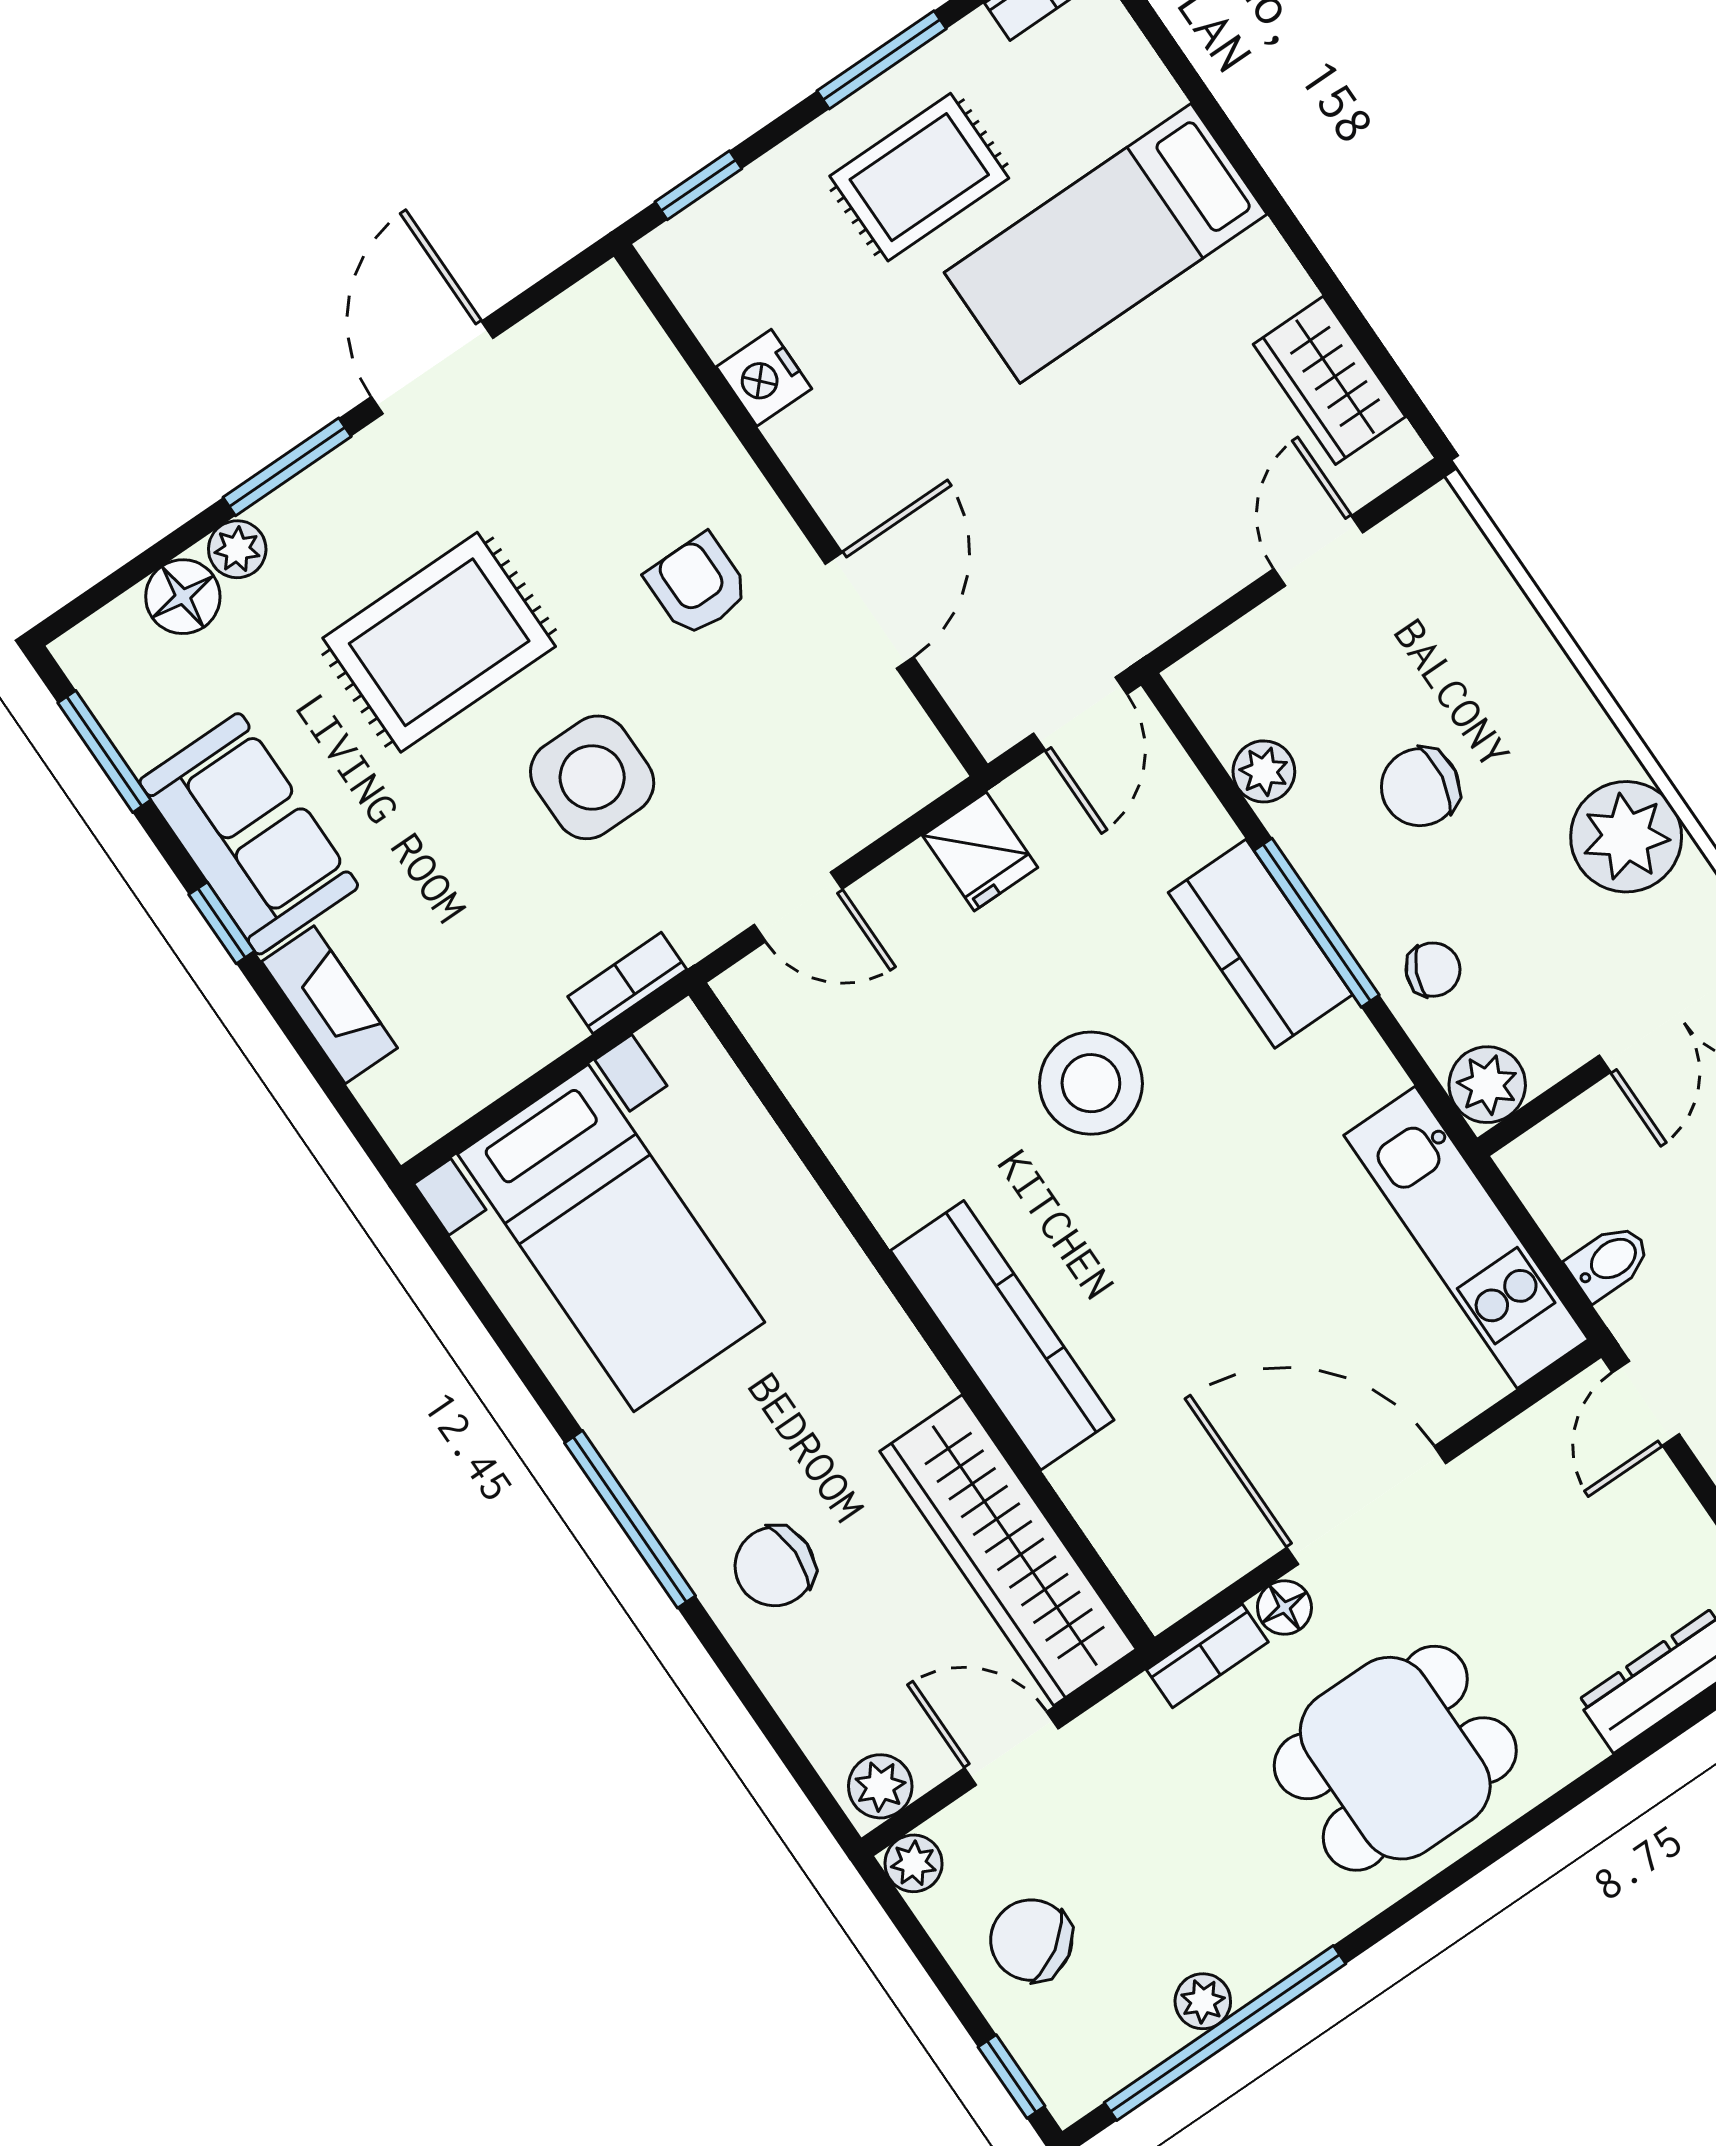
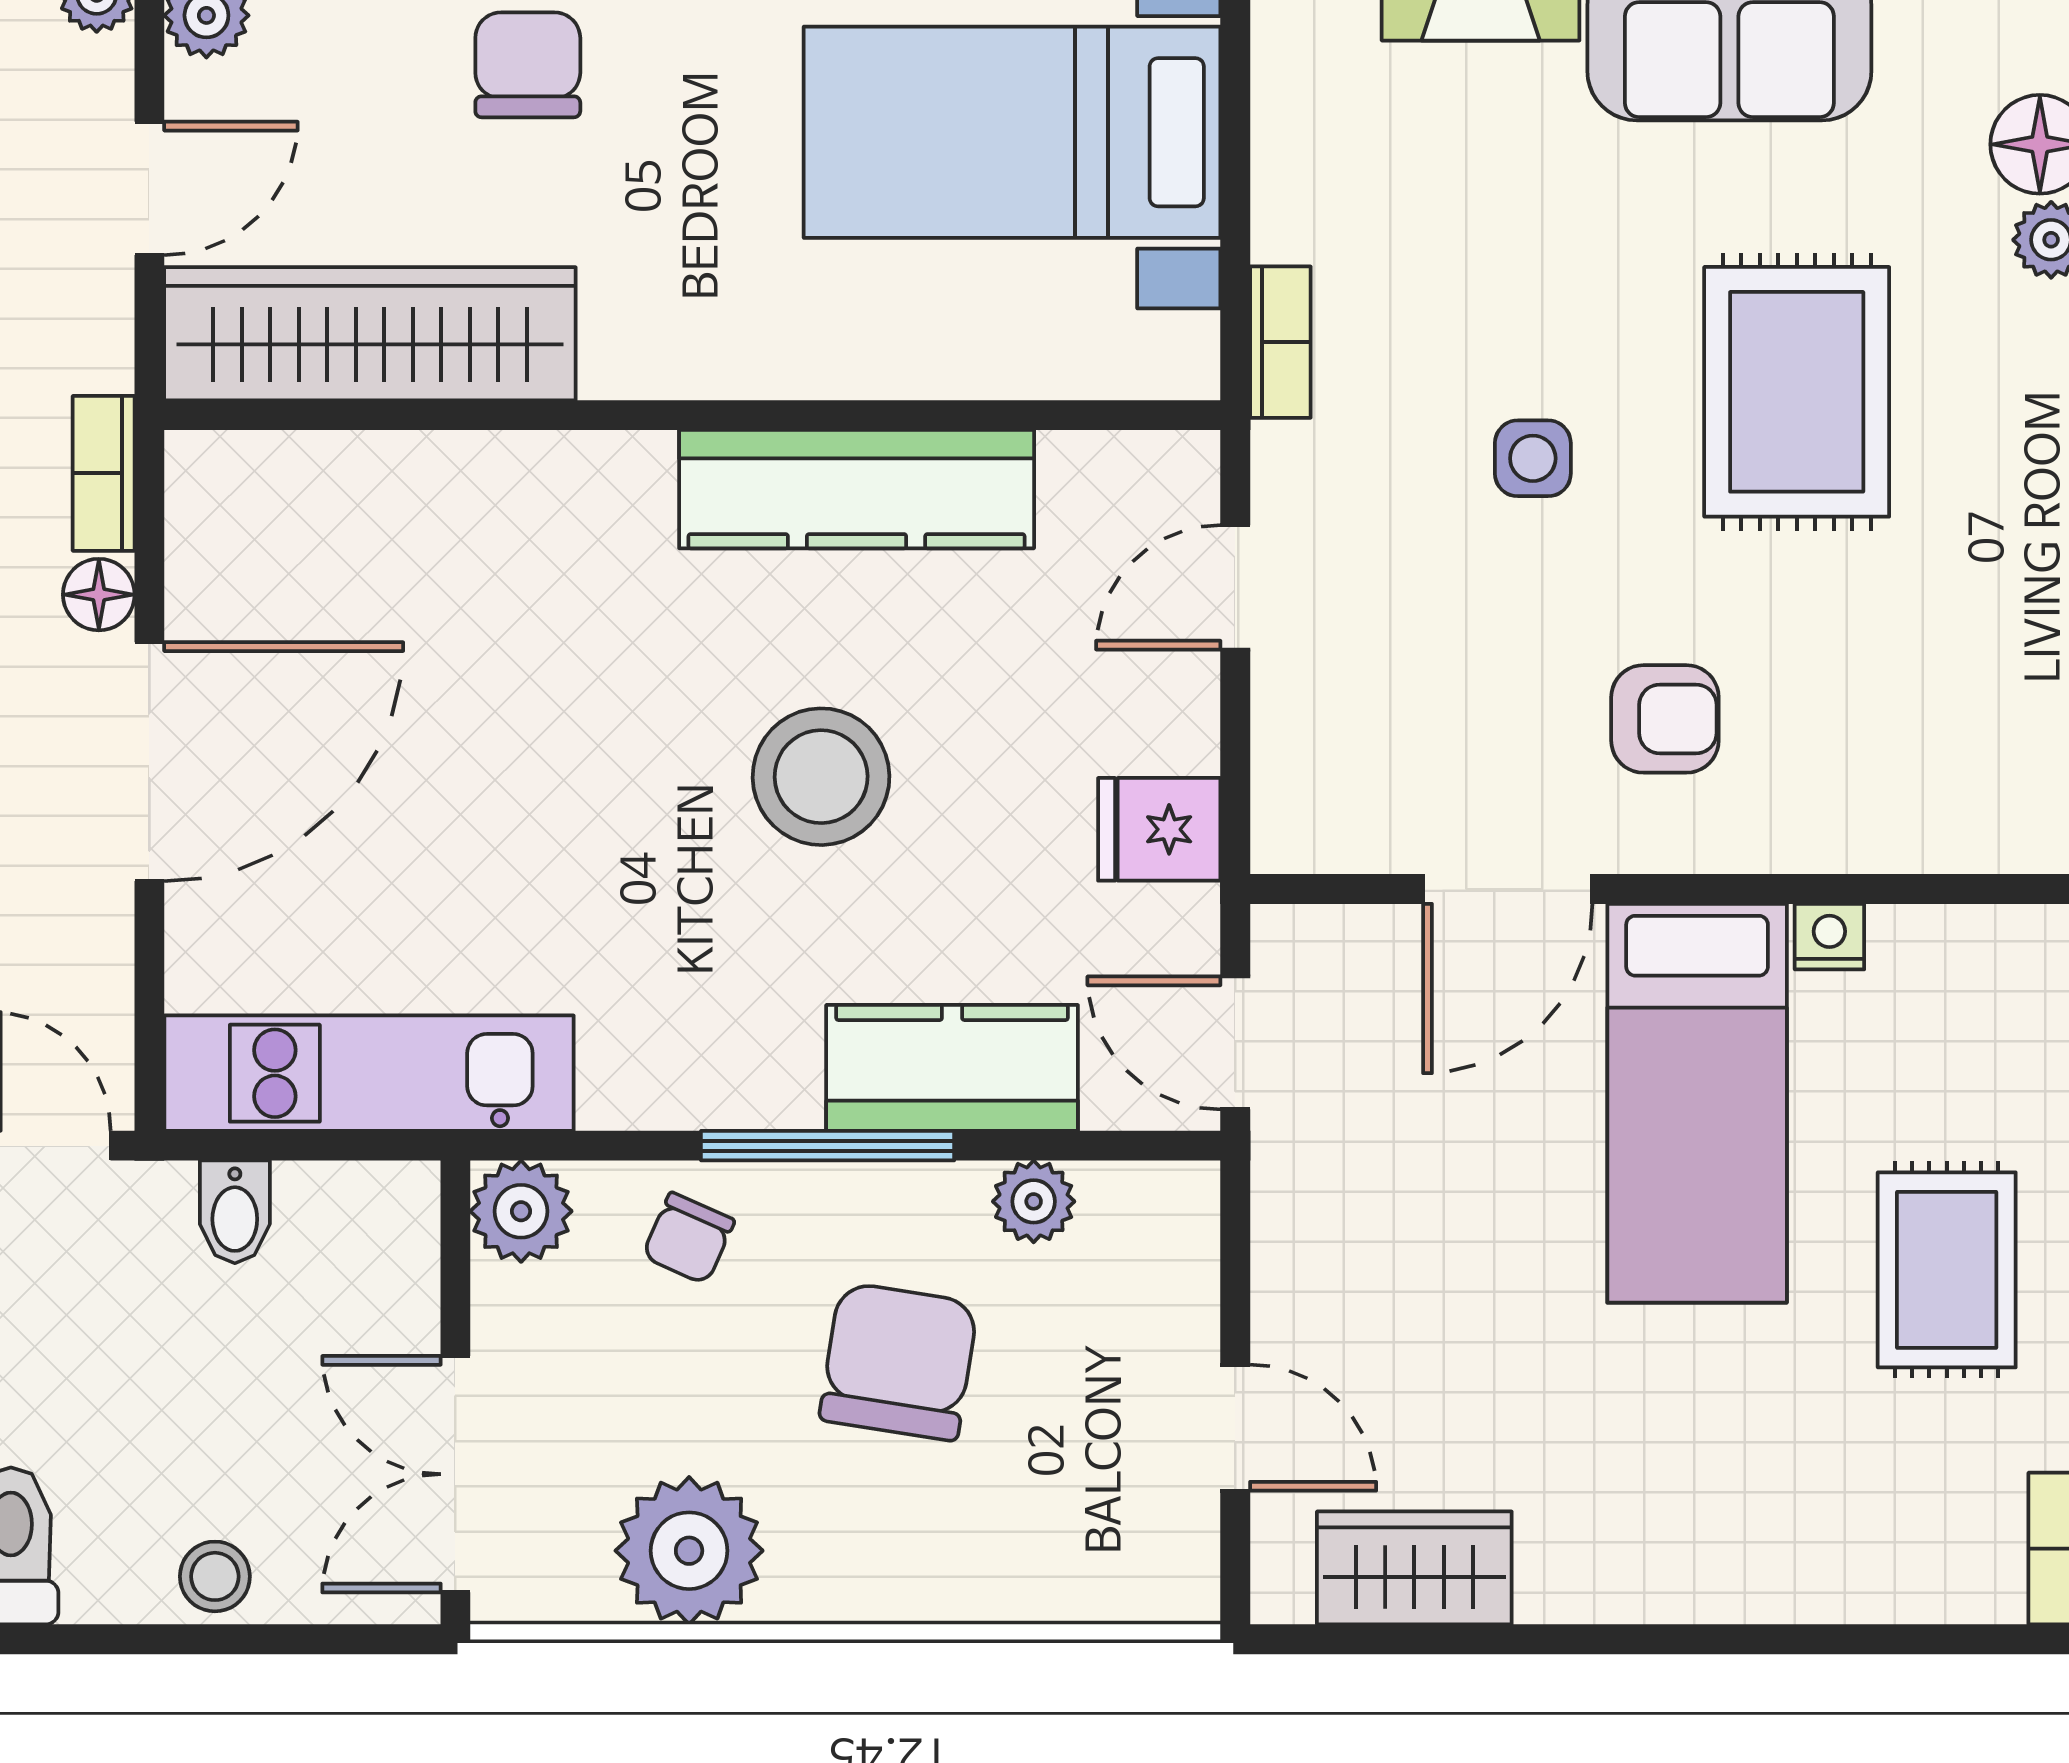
bed: (1106, 243) -> (1697, 1103), moved, turned 180
nightstand: (764, 378) -> (1829, 937), width x0.72, depth x0.74
door: (869, 610) -> (1508, 889), hinge flipped
side table: (592, 777) -> (1533, 458), width x0.54, depth x0.54
chair: (1420, 787) -> (899, 1361), width x1.37, depth x1.37
kitchen counter: (1260, 944) -> (952, 1068), moved
kitchen counter: (1002, 1335) -> (857, 489), moved

